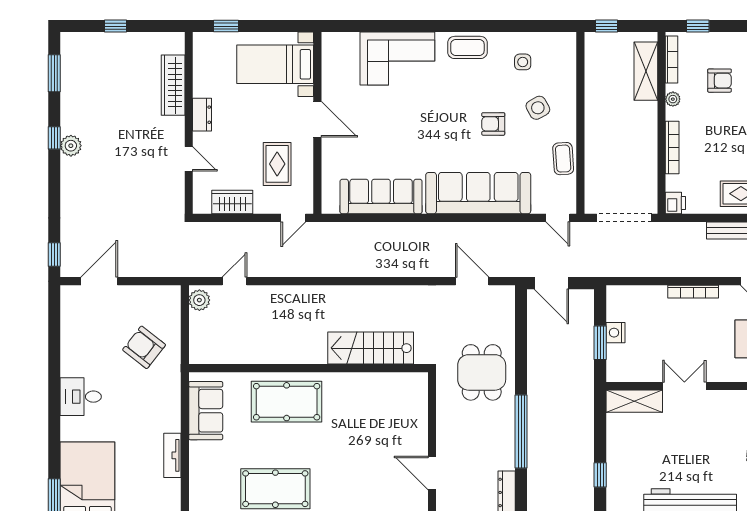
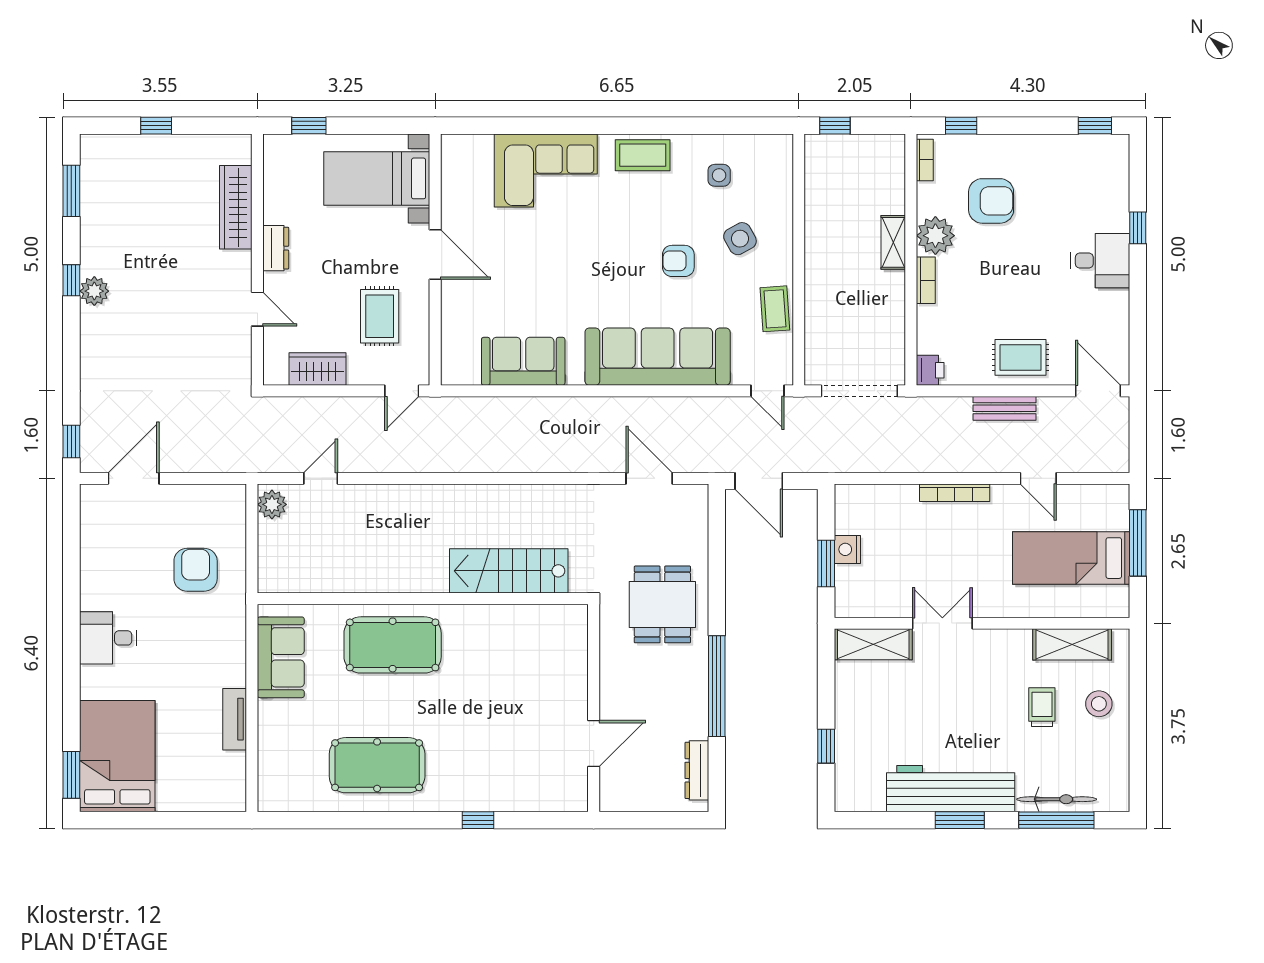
bookcase: (671, 59) -> (925, 160), width x0.64
shelving: (646, 71) -> (893, 242), moved, width x0.67, depth x0.75
armchair: (719, 81) -> (991, 201), width x1.38, depth x1.38
plant: (673, 99) -> (935, 236), width x1.87, depth x1.87
bookcase: (672, 147) -> (926, 280), width x0.64
sofa: (381, 197) -> (523, 361), width x0.73
armchair: (144, 347) -> (196, 570), turned 52
door: (432, 473) -> (594, 744), swing flipped

